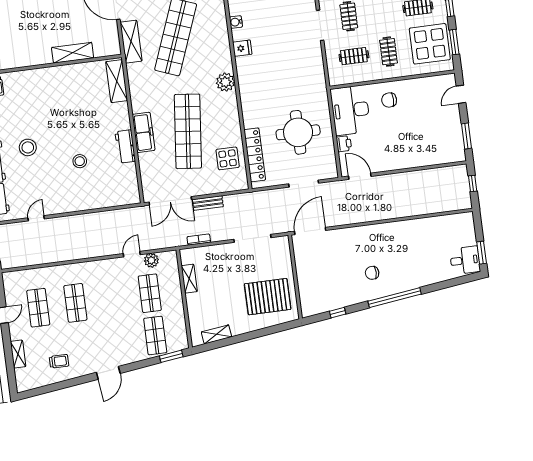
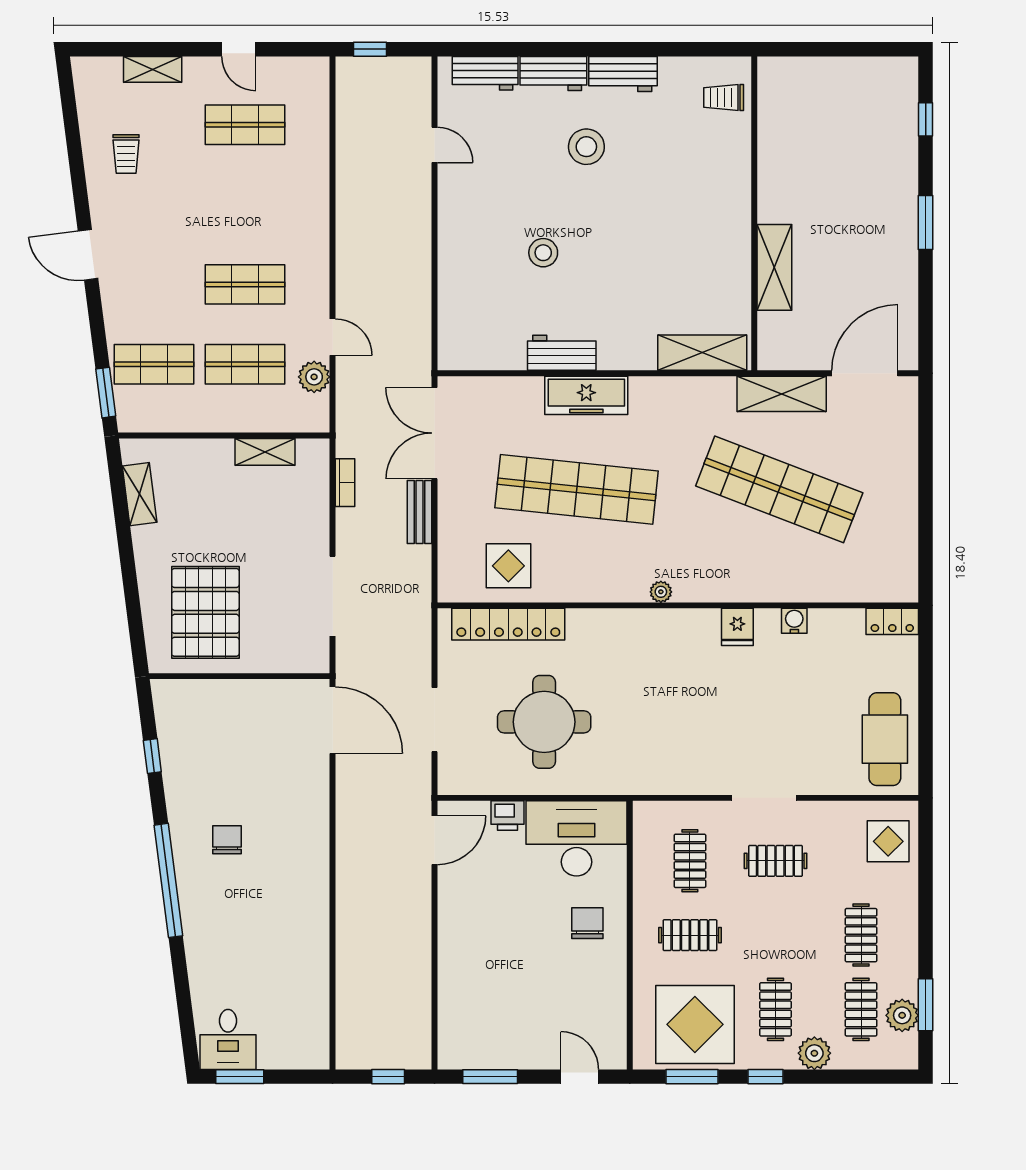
plant: (226, 82) -> (661, 592), width x0.53, depth x0.53
shop shelf: (75, 303) -> (245, 284), moved

